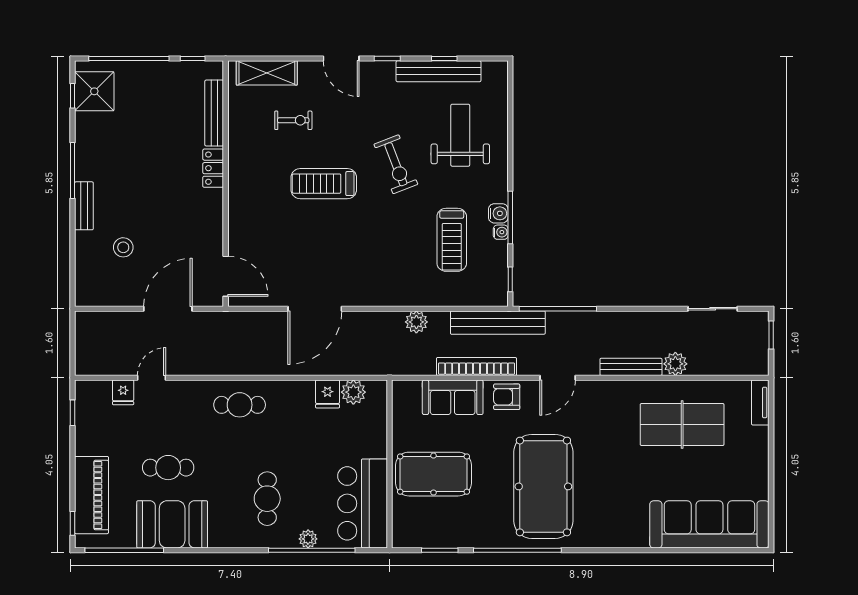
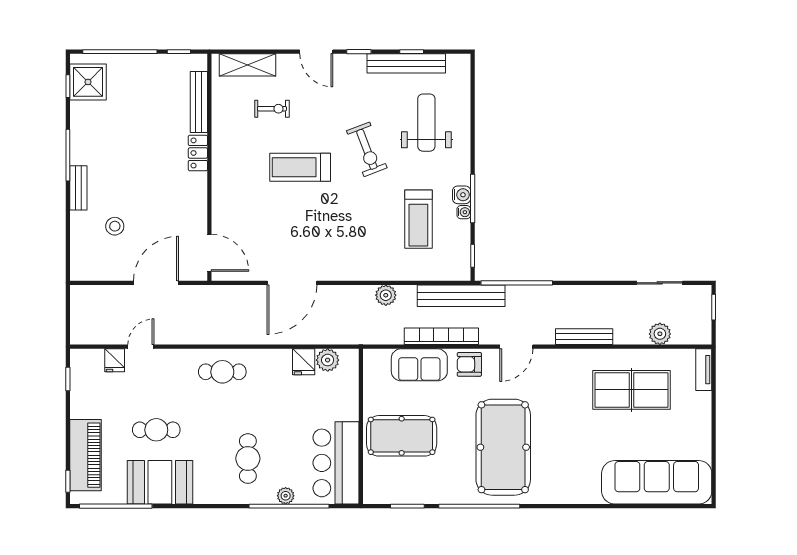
plant: (675, 364) -> (660, 334), moved

